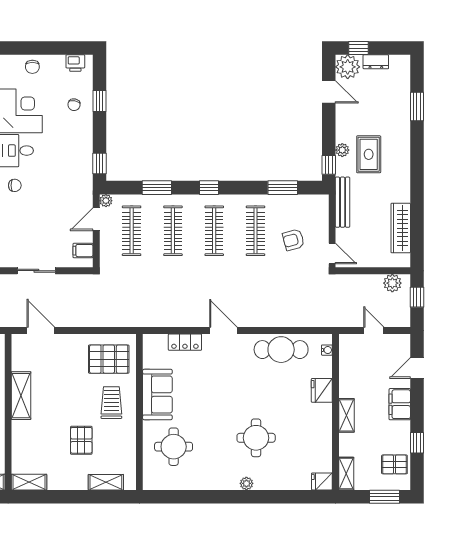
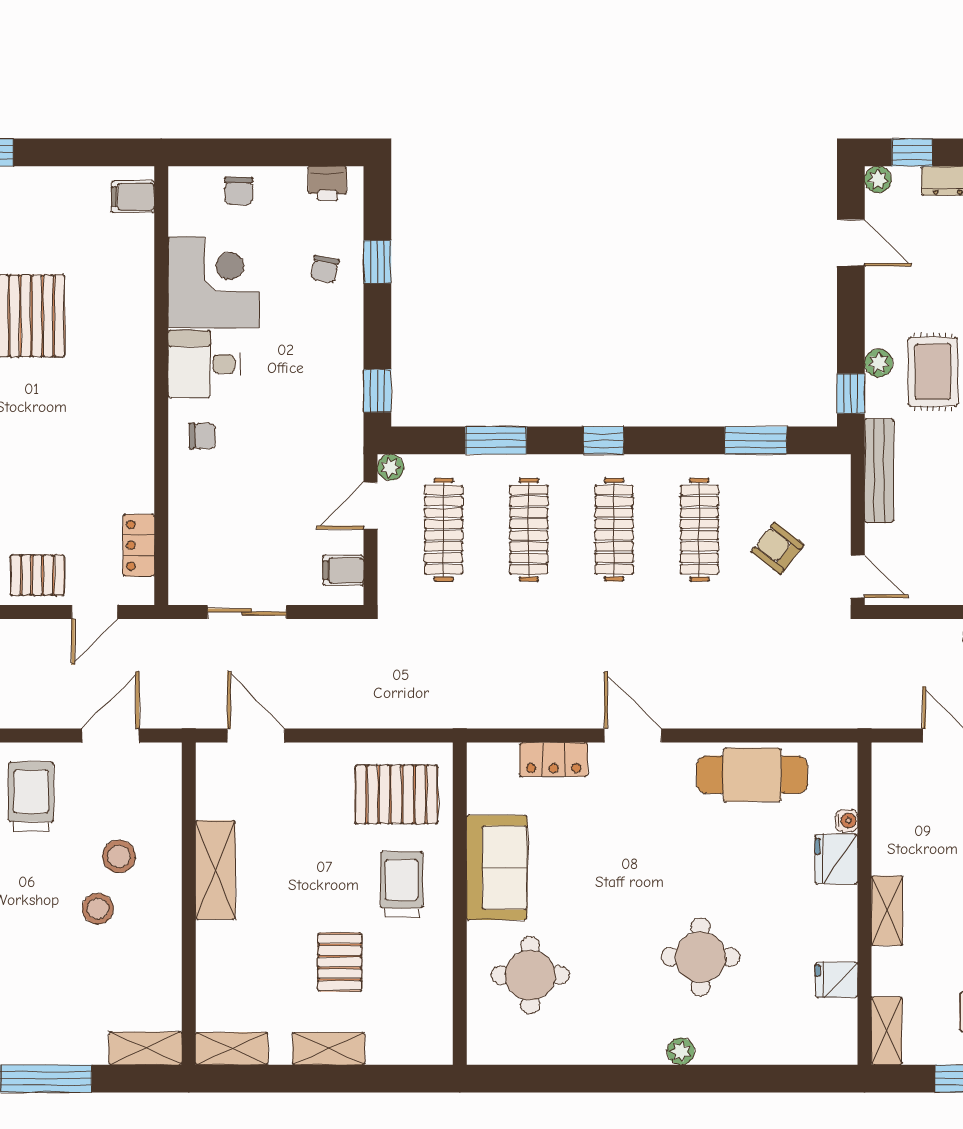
plant: (348, 67) -> (878, 179), width x0.53, depth x0.53
armchair: (293, 240) -> (777, 548), turned 53
water cooler: (327, 350) -> (847, 821), moved
fridge: (322, 481) -> (836, 980), moved
shelving: (106, 482) -> (329, 1049), moved

